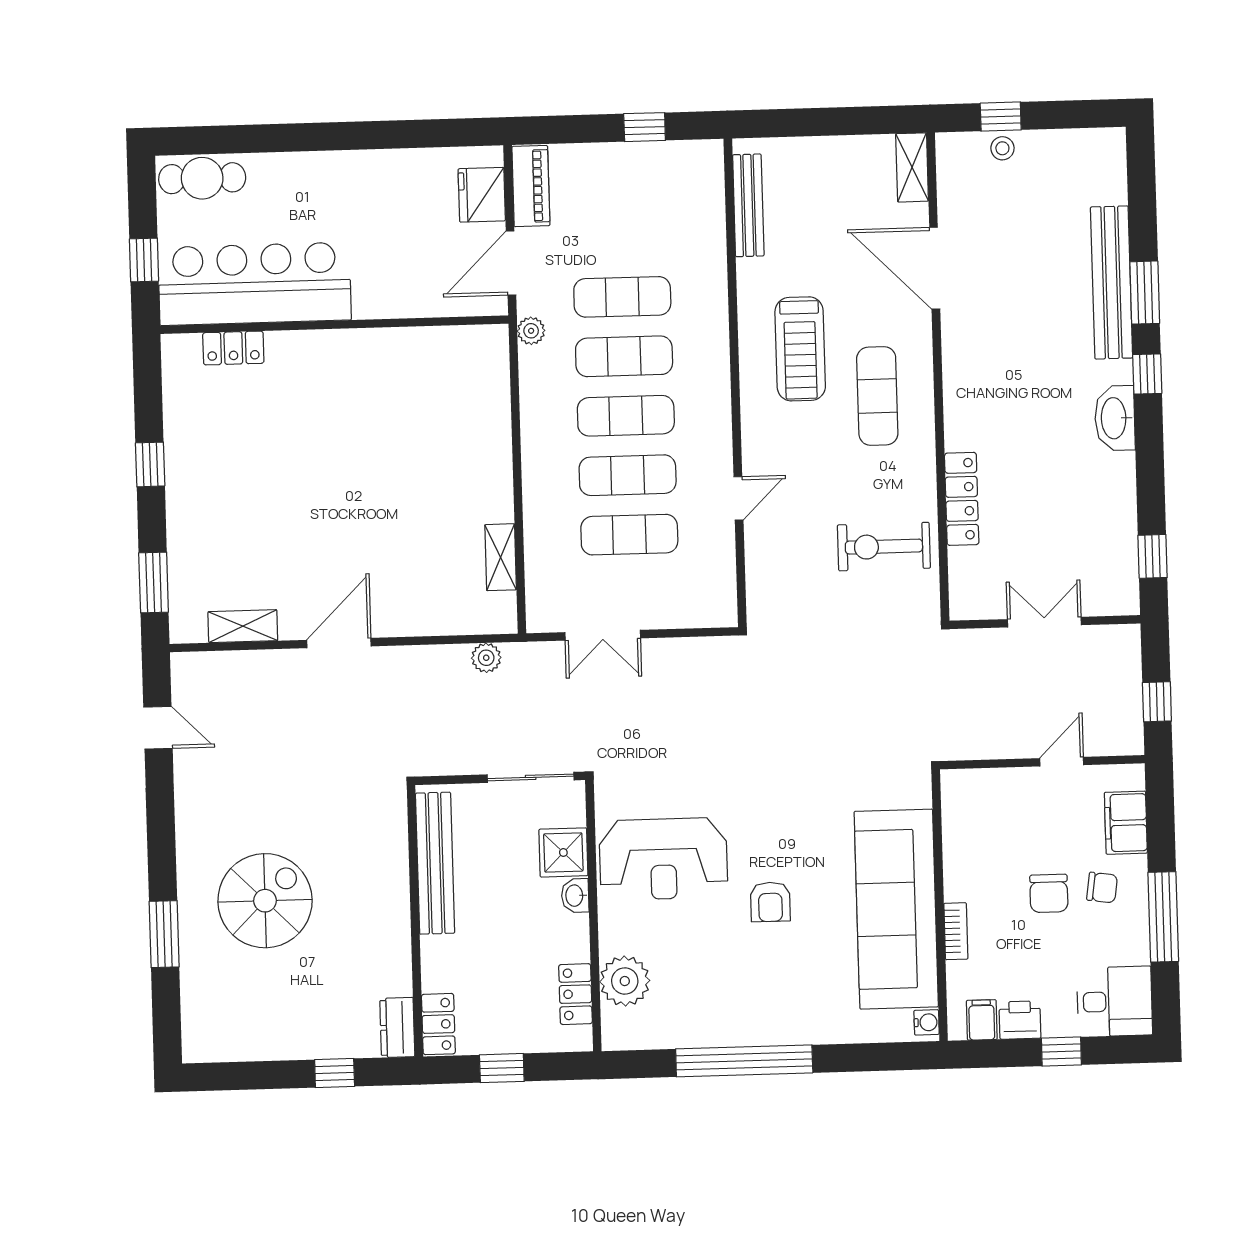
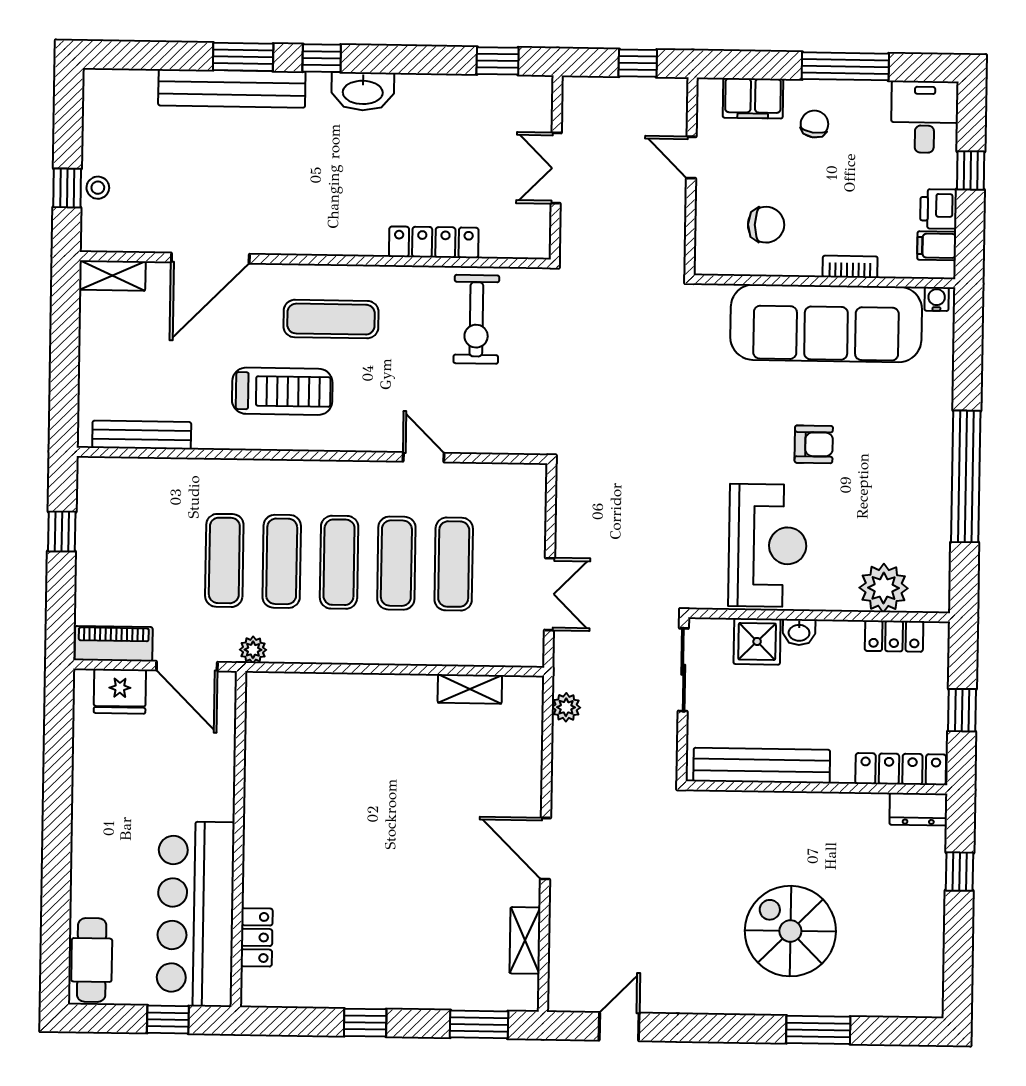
chair: (1049, 893) -> (766, 225), moved
locker: (438, 1024) -> (901, 769), width x1.53

